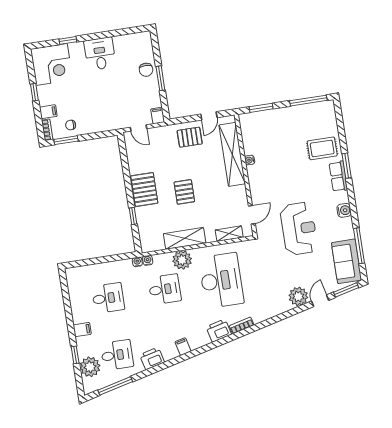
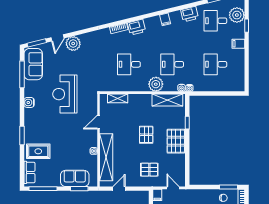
sofa: (269, 120) -> (75, 178), added
pallet: (190, 137) -> (149, 170), moved
row of seats: (338, 176) -> (29, 172), moved
door: (252, 215) -> (98, 122), moved
shelving: (185, 238) -> (167, 100), moved
desk: (221, 280) -> (129, 64), width x0.53, depth x0.77

